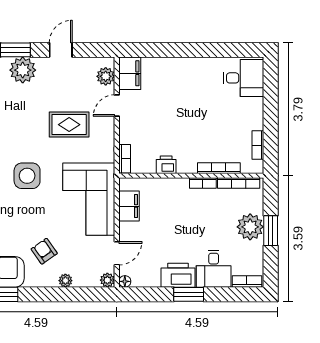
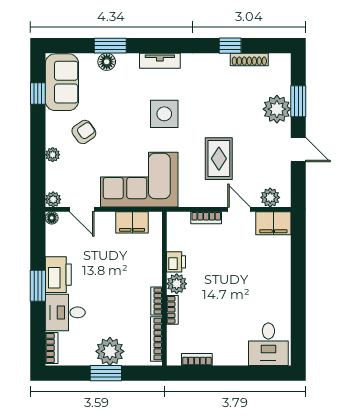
bookcase: (125, 159) -> (206, 218), moved
plant: (187, 164) -> (177, 284), added
bookcase: (219, 168) -> (172, 310), width x0.64

